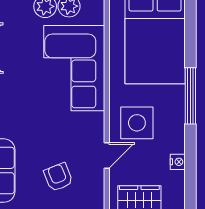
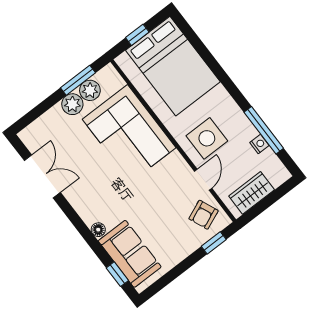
window: (190, 96) -> (264, 130), moved
armchair: (58, 177) -> (204, 215), moved, turned -91

